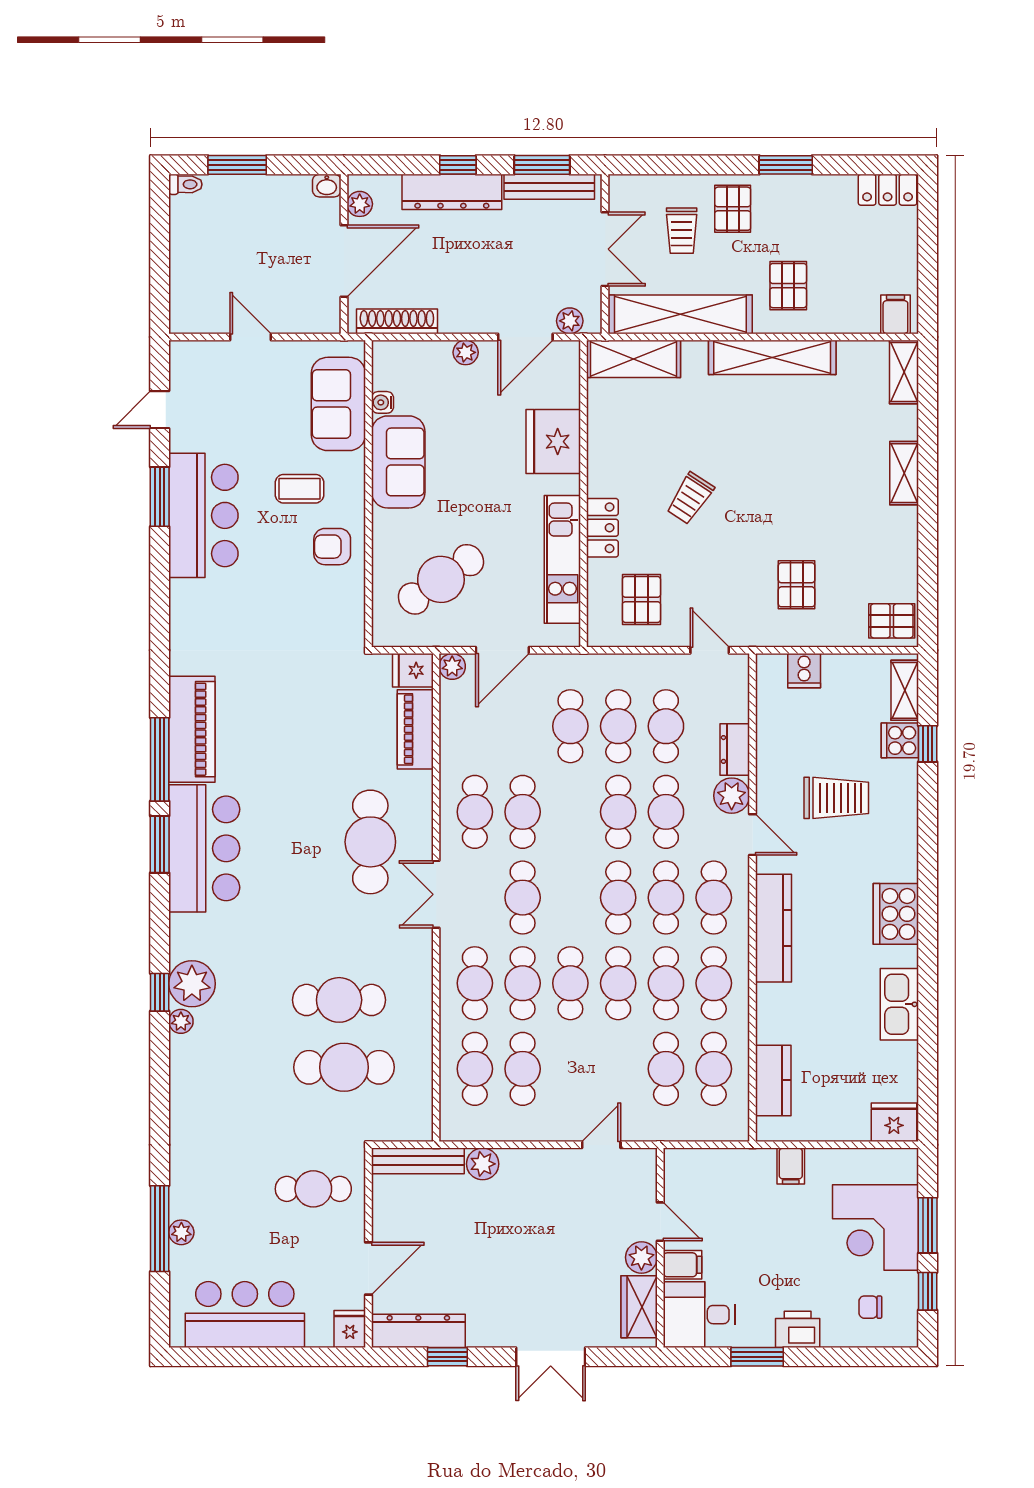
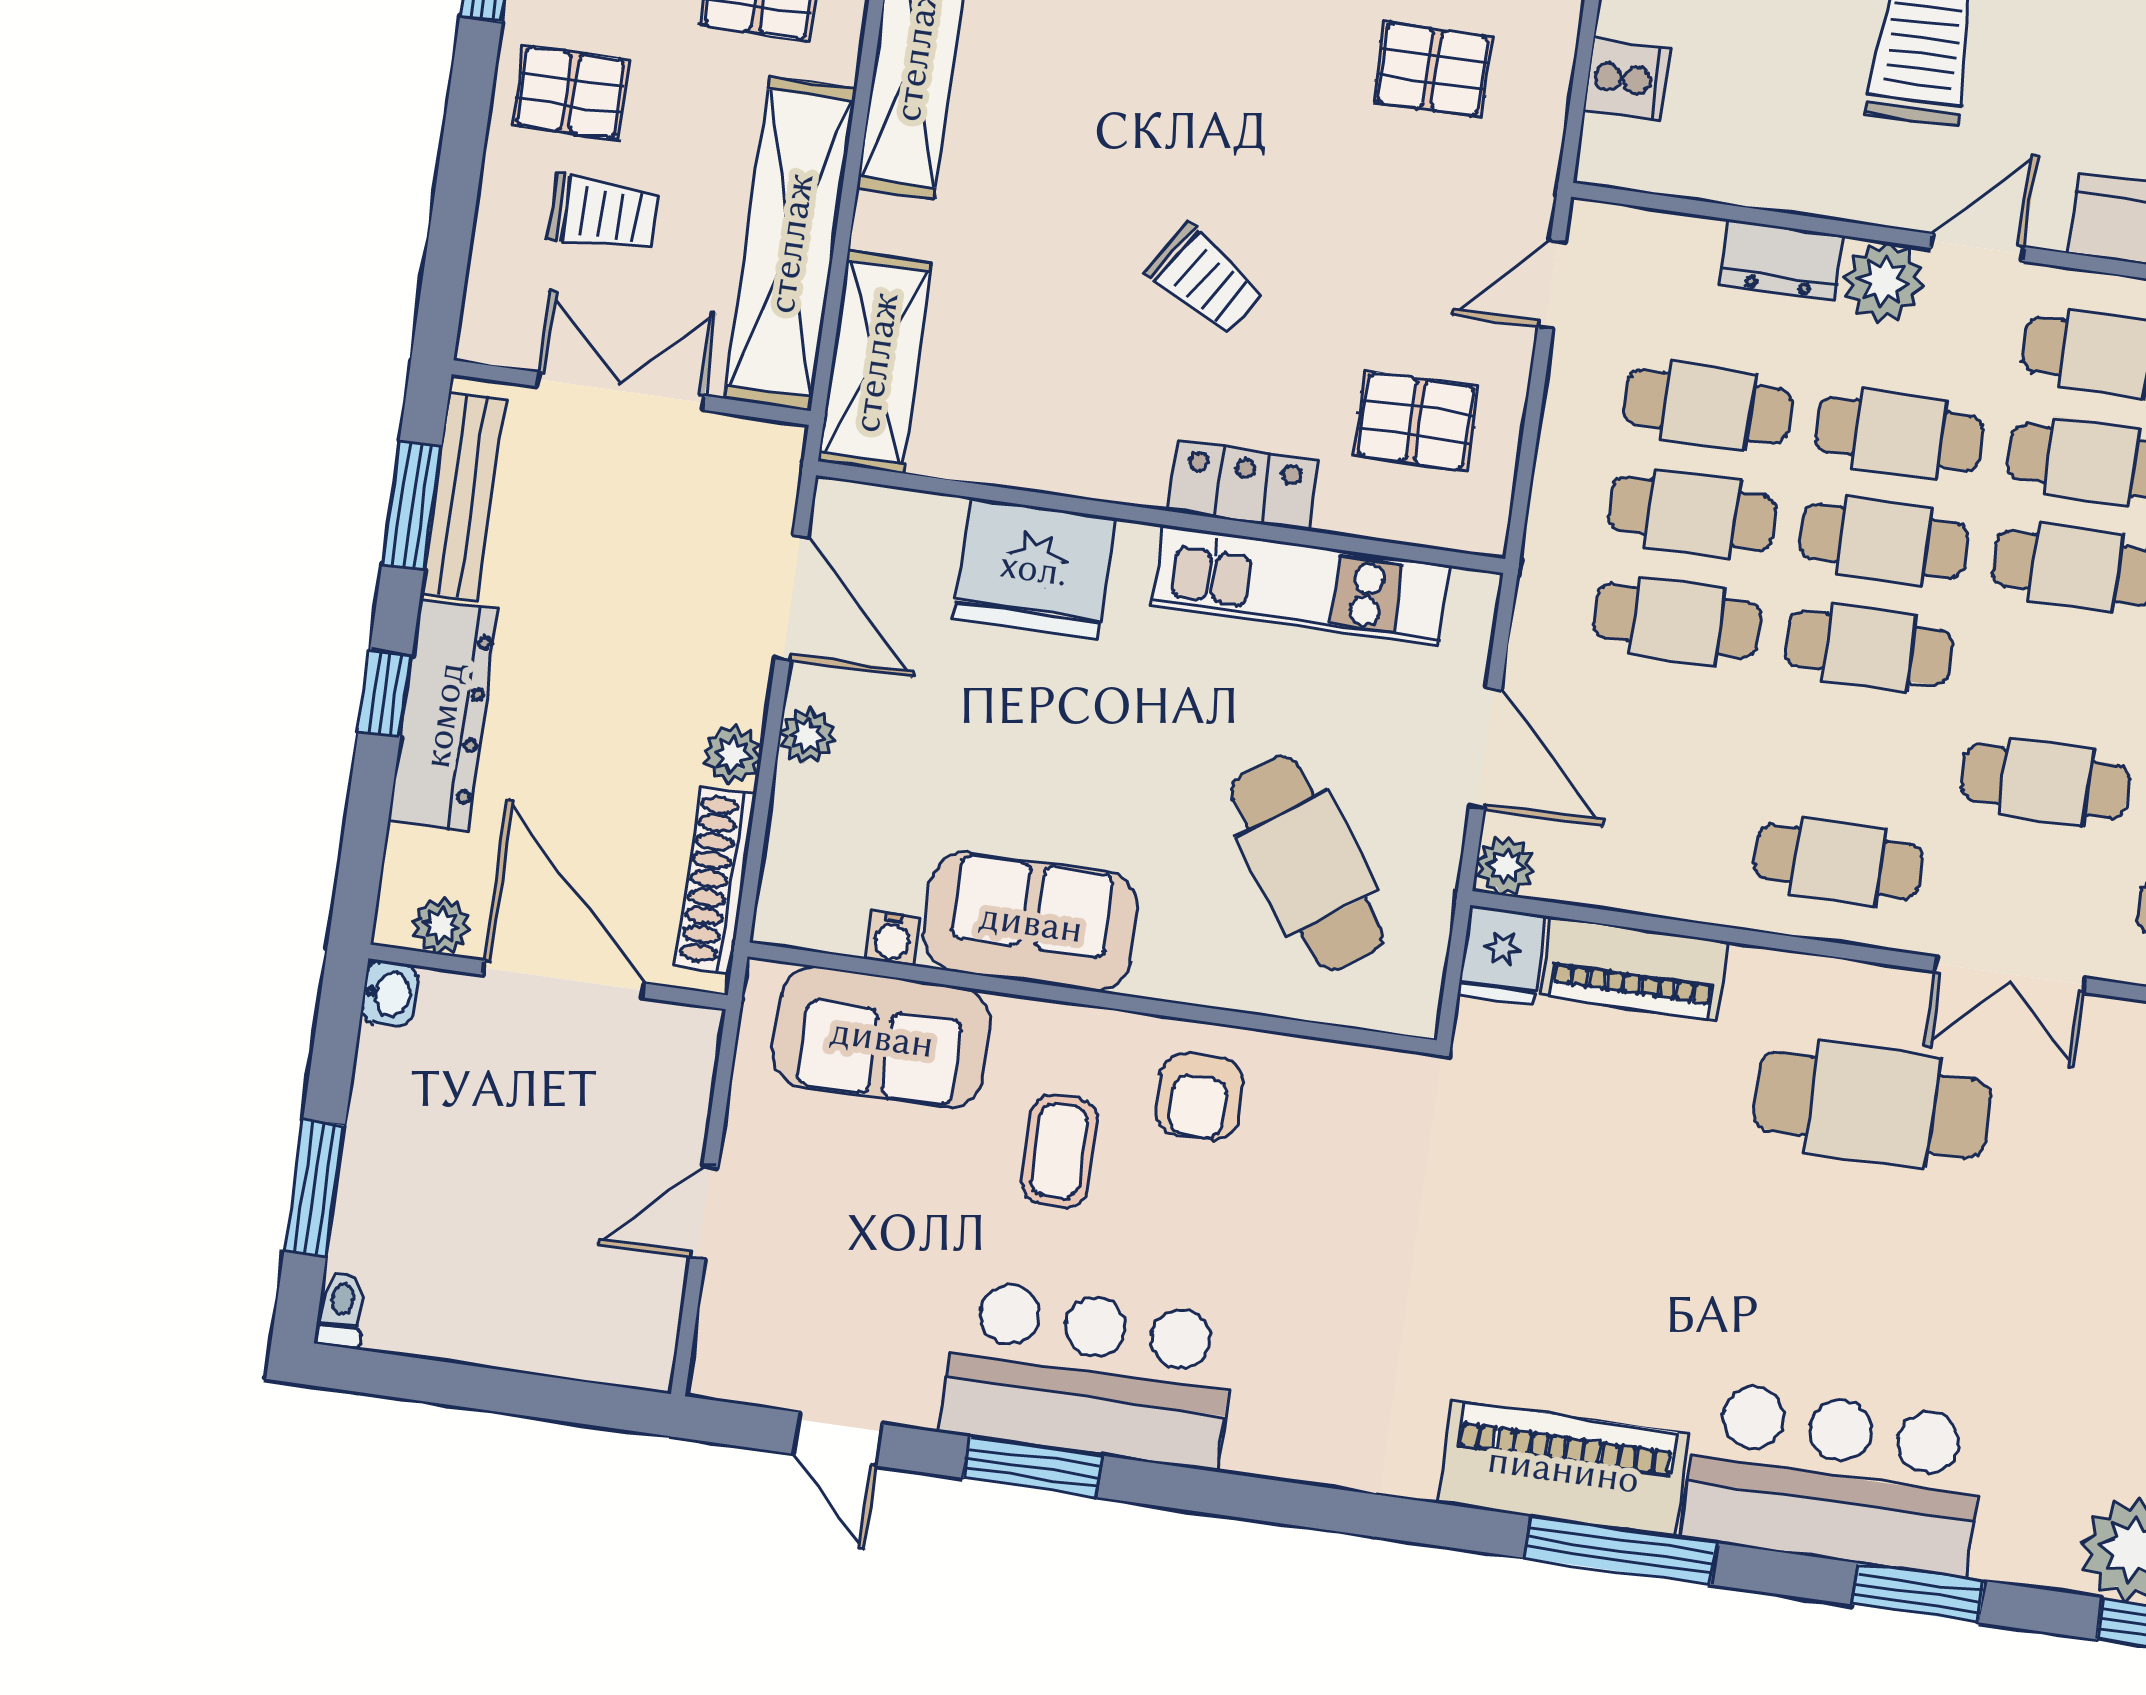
plant: (570, 321) -> (732, 755), moved
cafe table: (523, 812) -> (1869, 648), moved
window: (160, 844) -> (1918, 1593), moved

